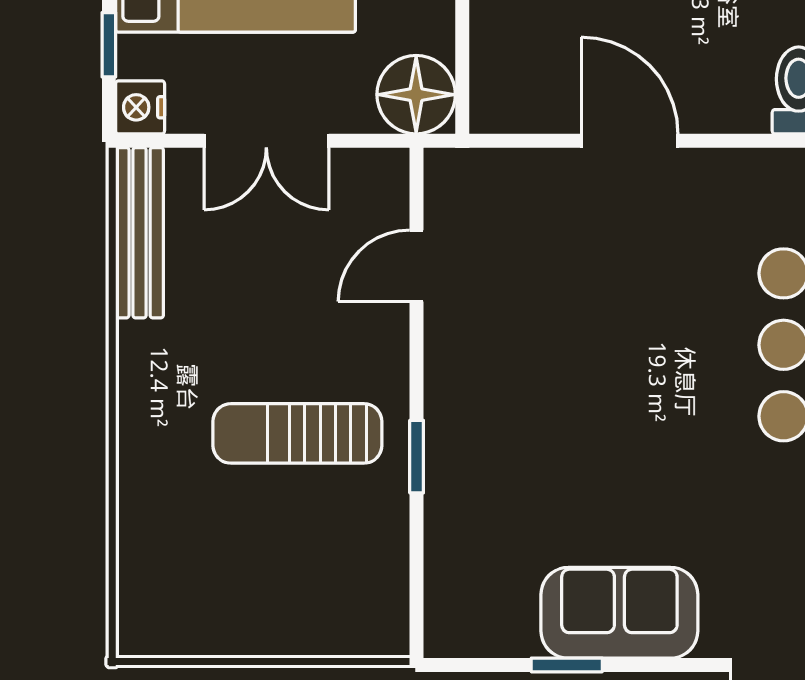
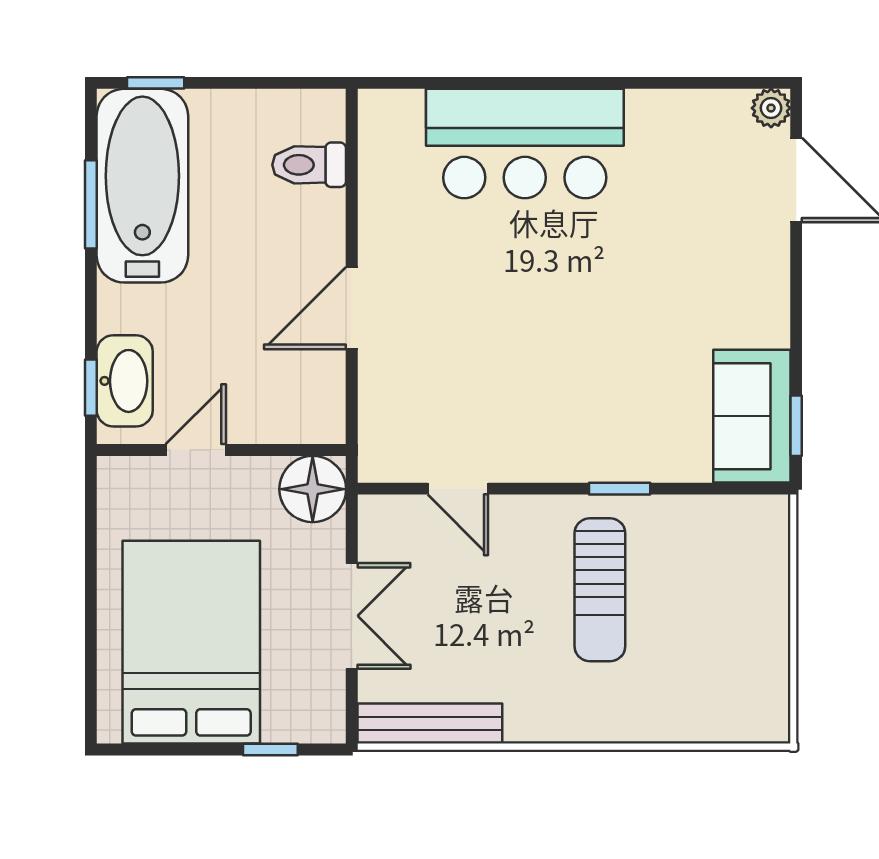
nightstand: (140, 107) -> (323, 723), removed
sofa: (619, 613) -> (752, 416), moved
window: (567, 665) -> (796, 426), moved

